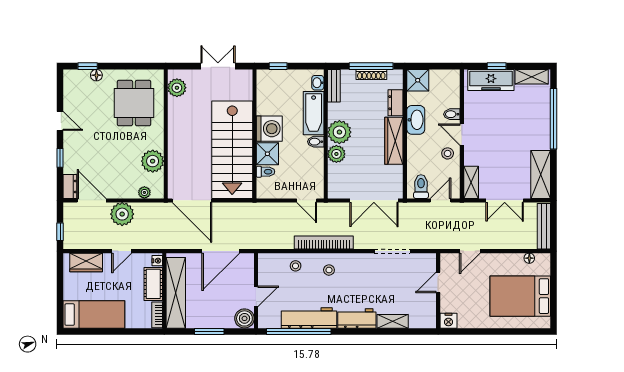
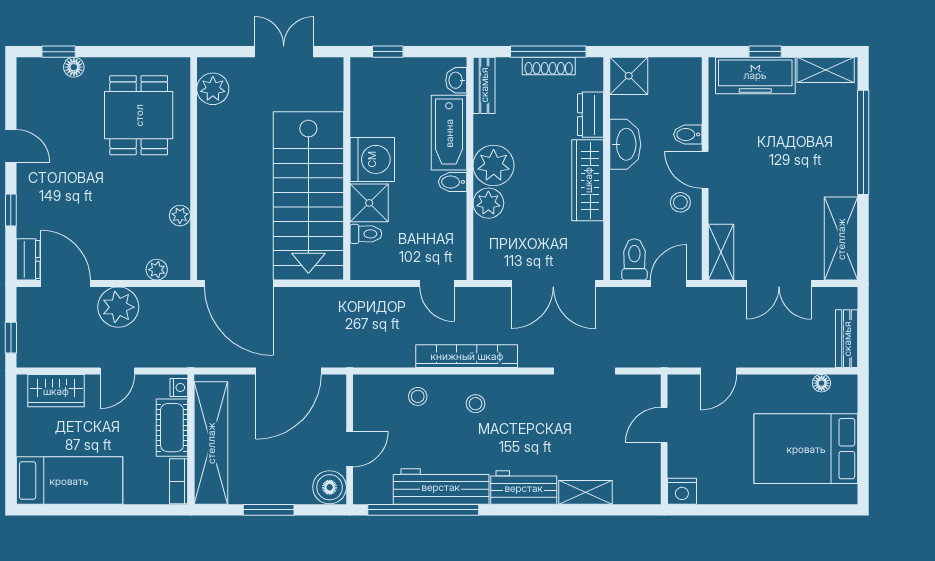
plant: (153, 161) -> (180, 216), width x0.53, depth x0.53
bench: (544, 226) -> (847, 339), width x0.73

